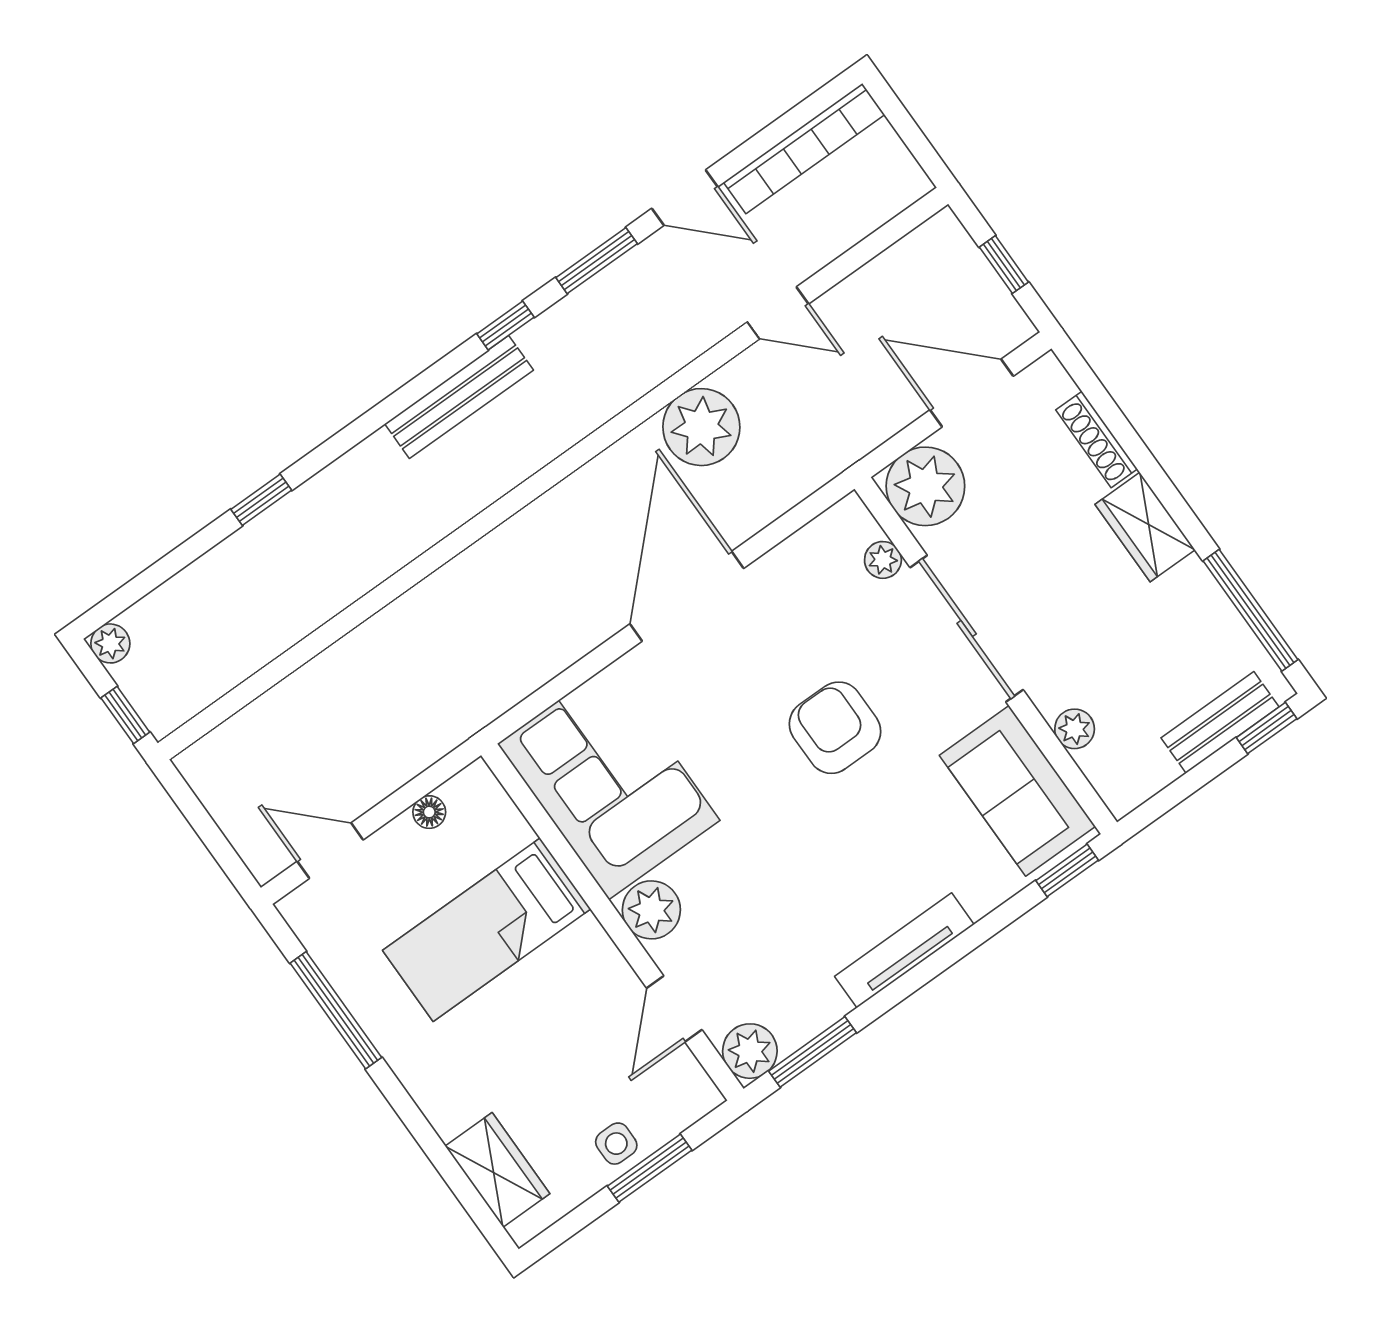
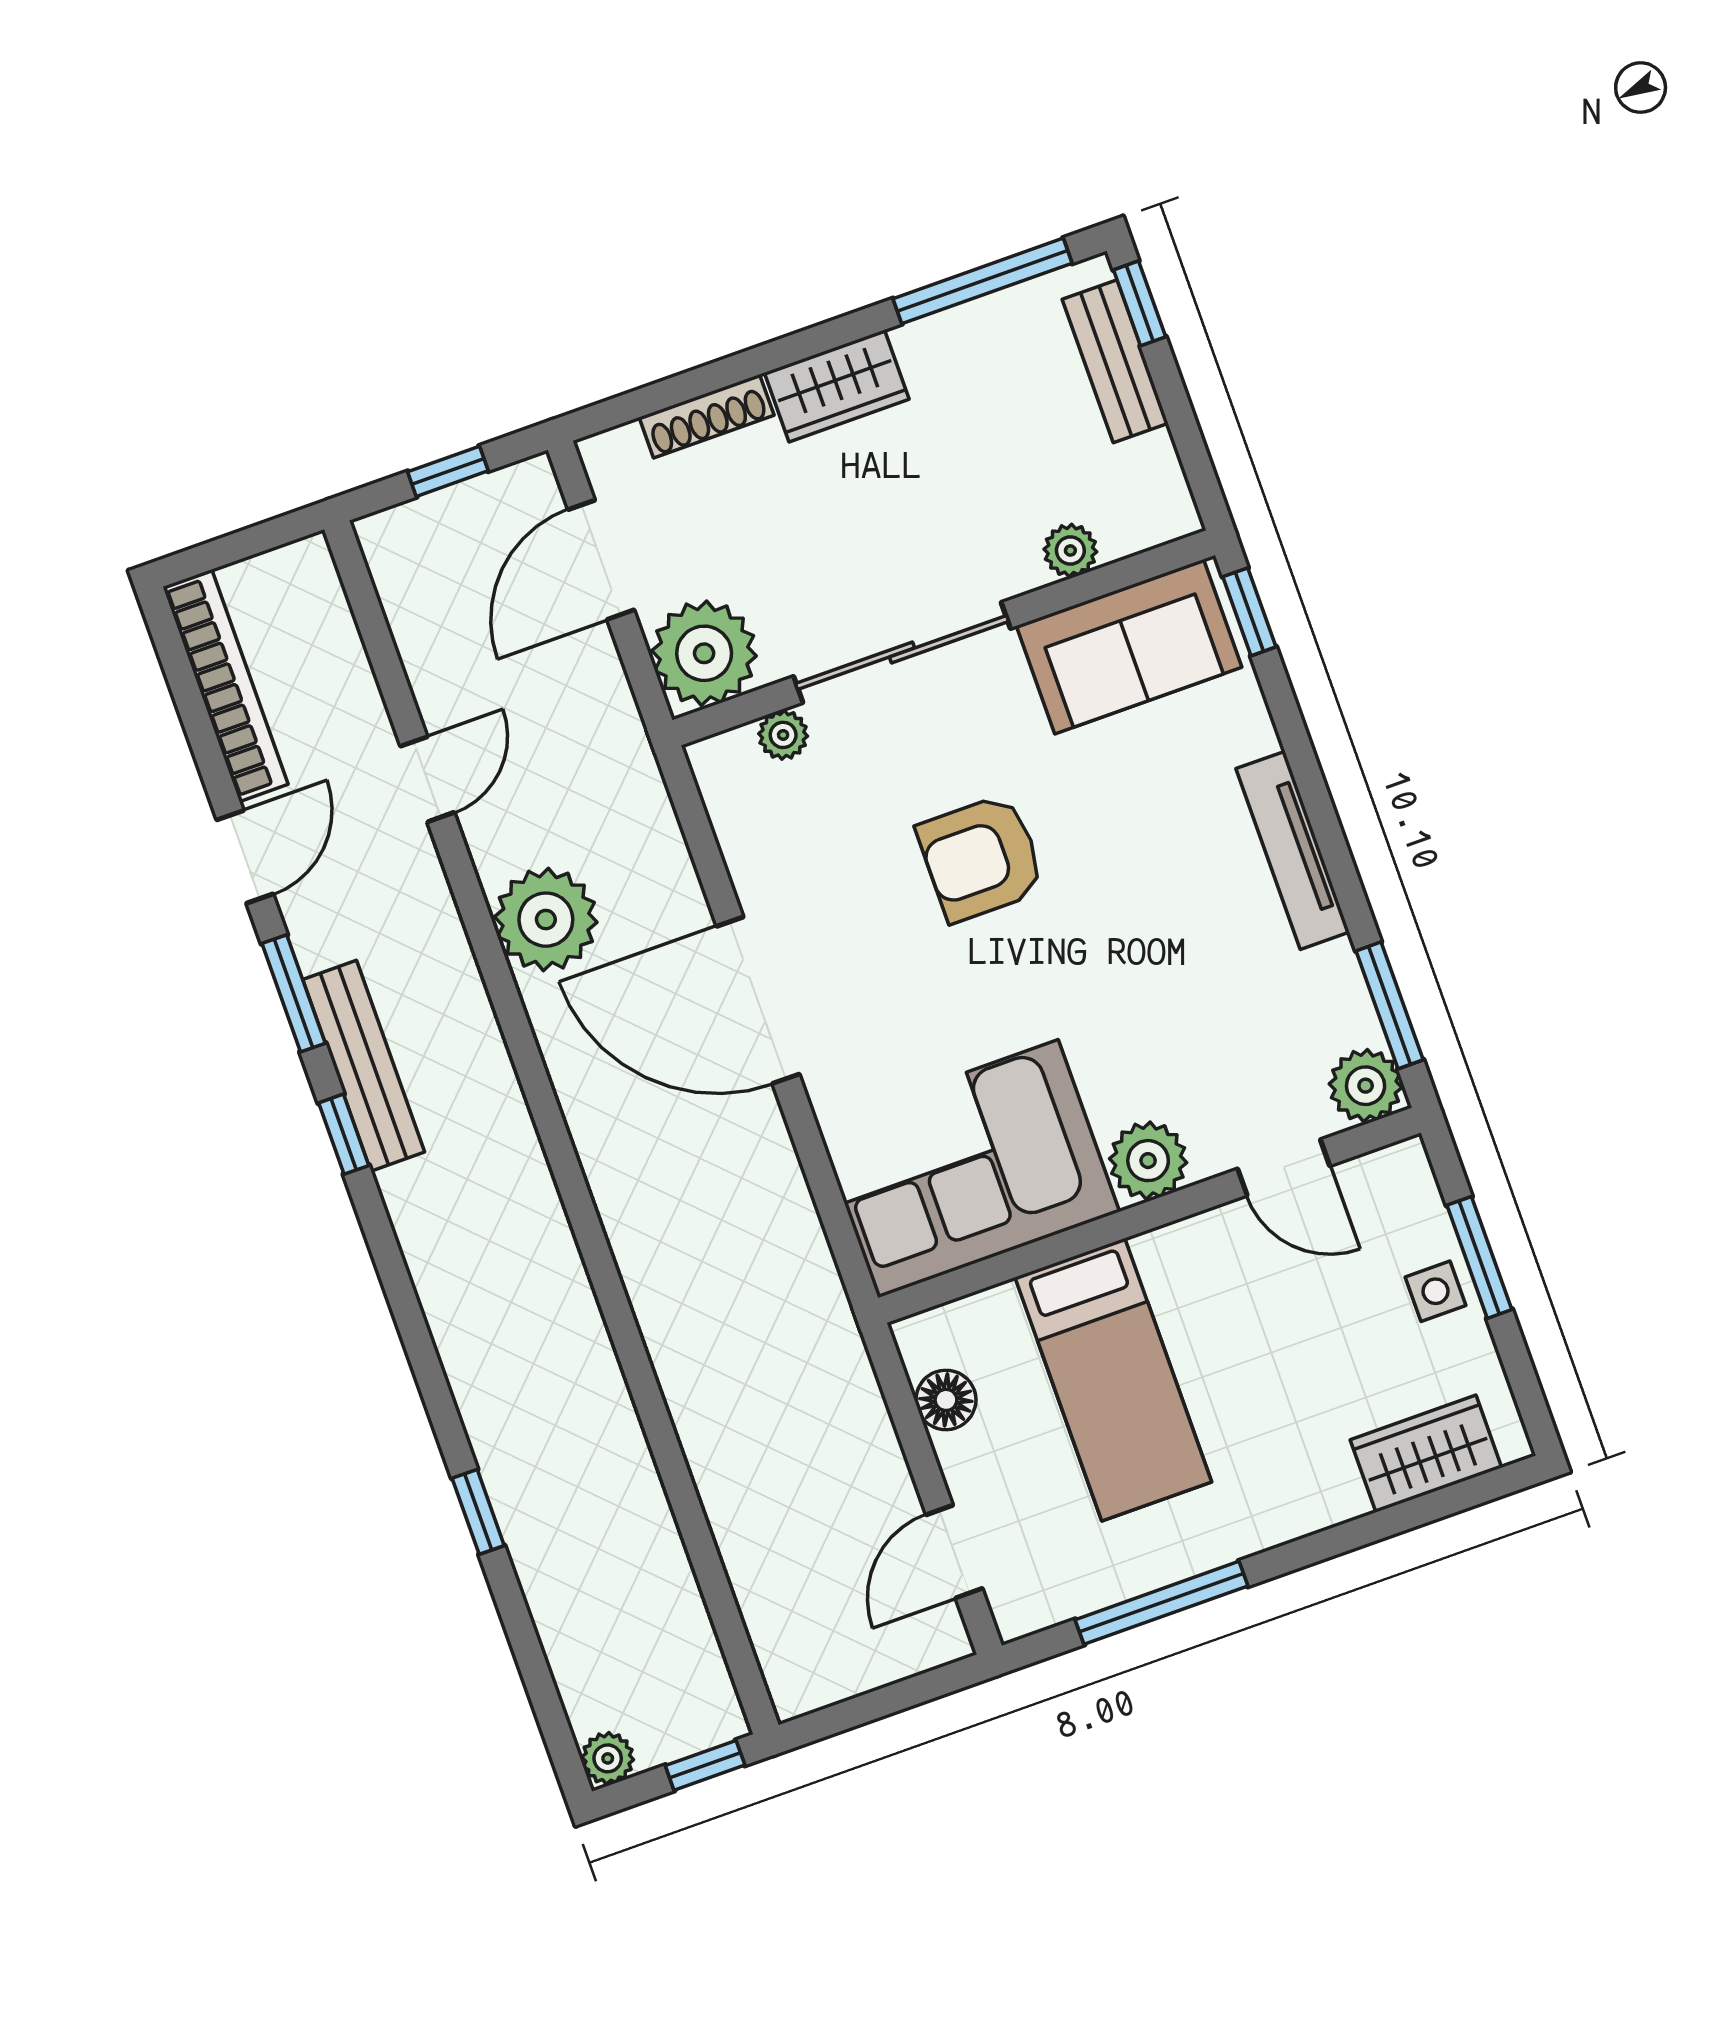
bench: (459, 397) -> (364, 1066), moved
floor lamp: (429, 812) -> (946, 1400), width x1.37, depth x1.37

